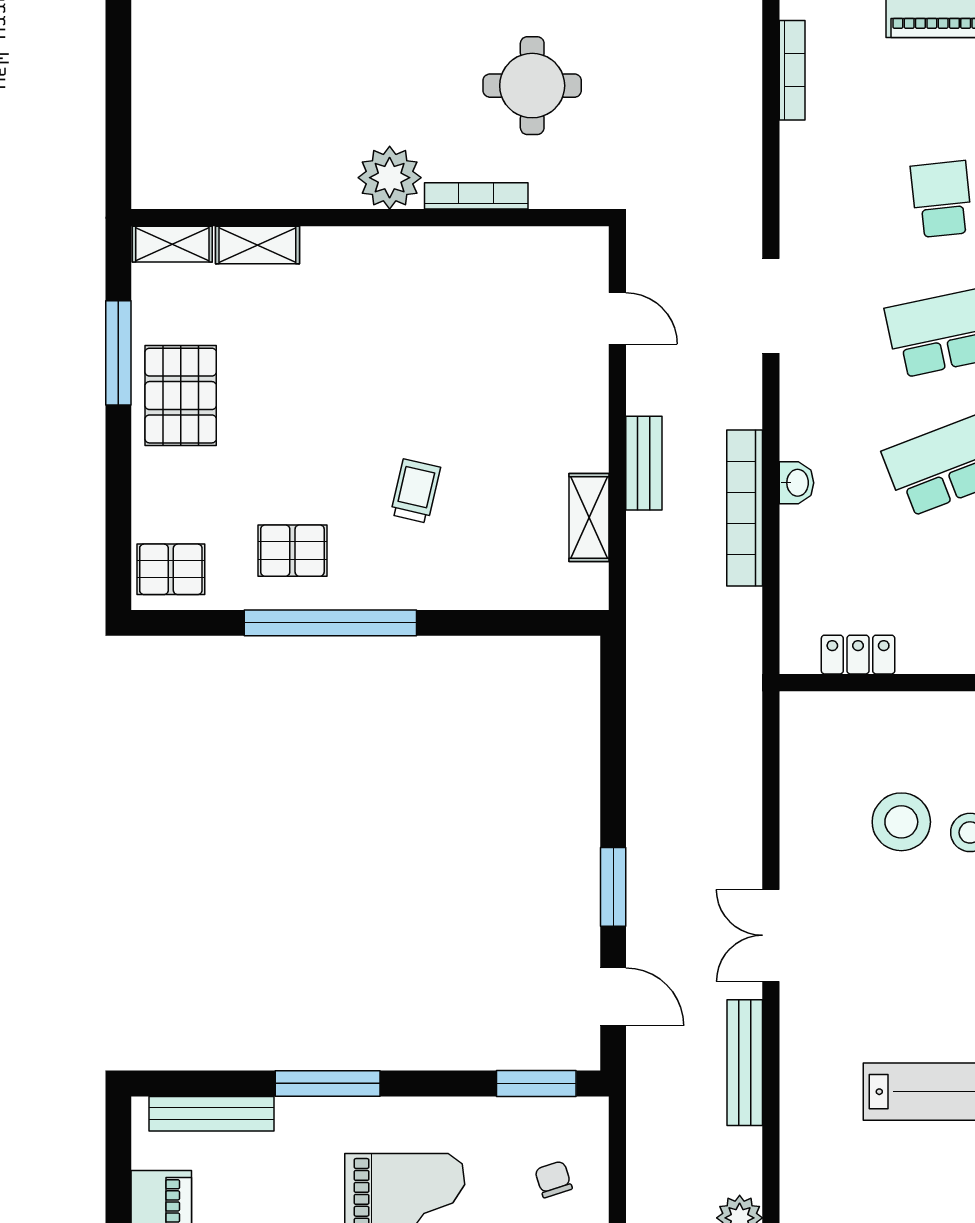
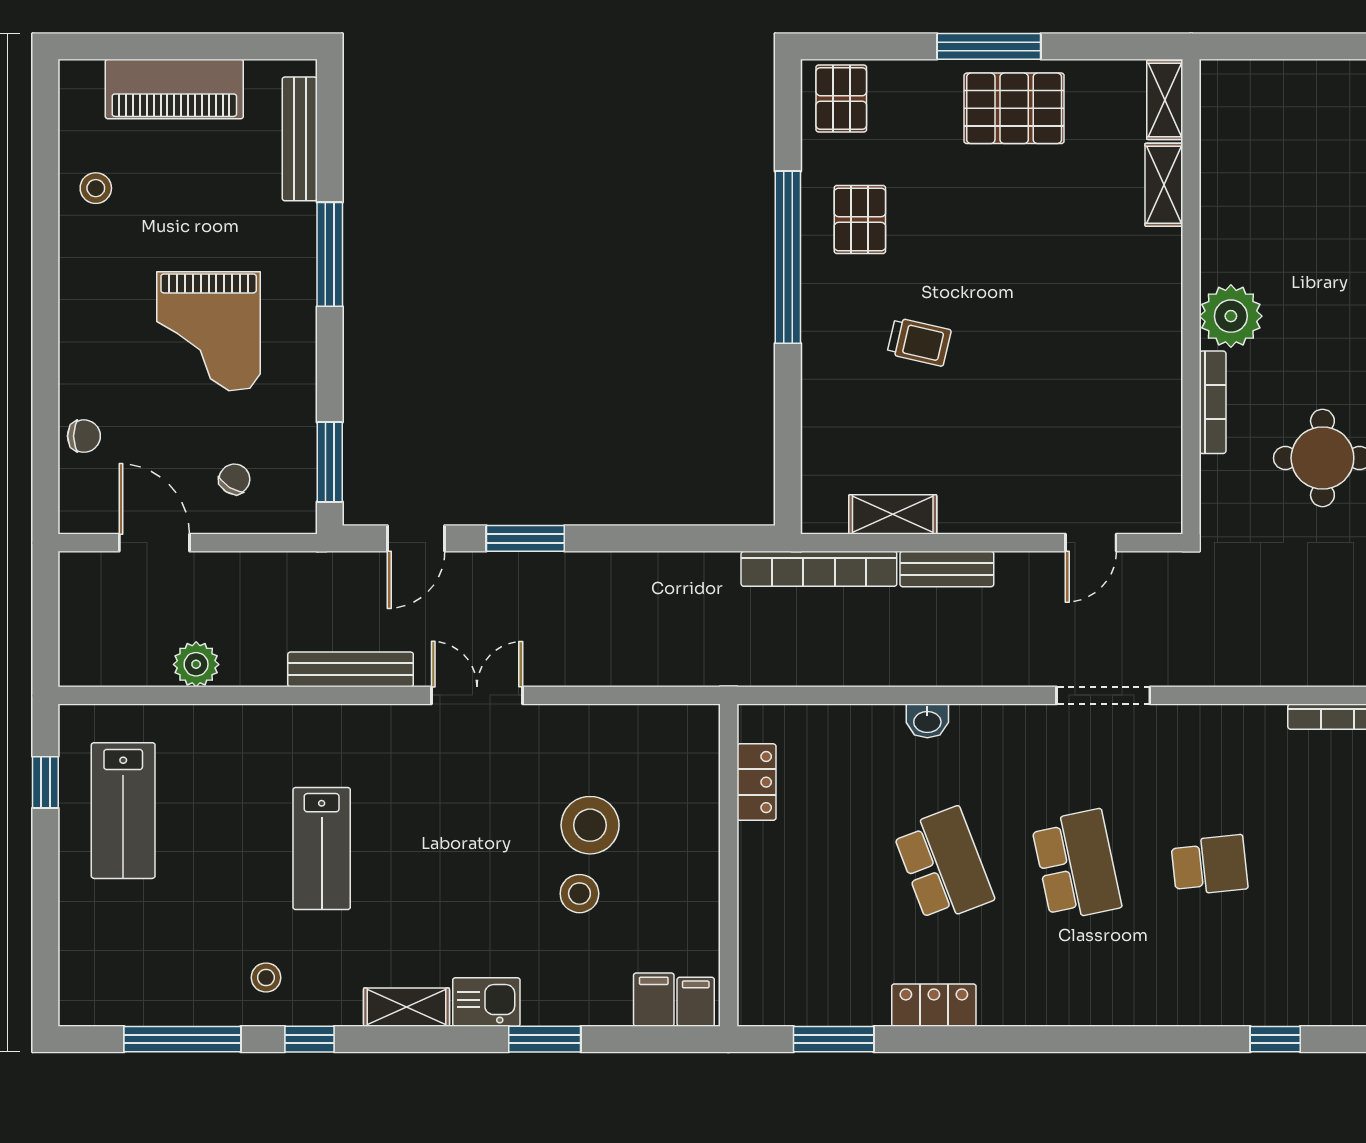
window: (118, 353) -> (989, 46), moved
bookcase: (745, 508) -> (819, 569), moved, turned 180
chair: (553, 1179) -> (234, 479), turned -40

